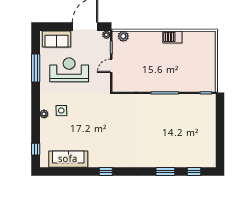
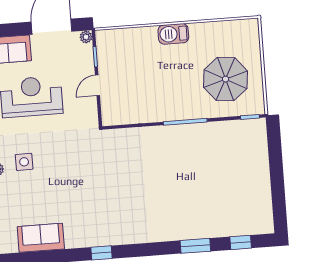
plant: (123, 36) -> (113, 37), removed
barbecue: (172, 37) -> (173, 34), moved
parasol: (192, 68) -> (226, 79), added
sofa: (68, 159) -> (41, 238), width x0.73

